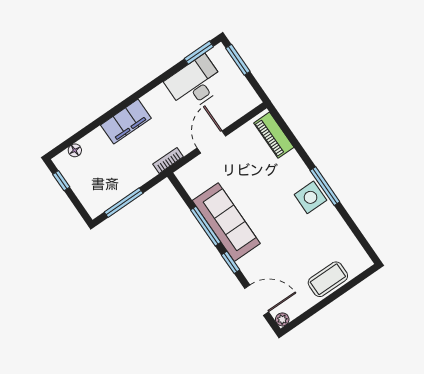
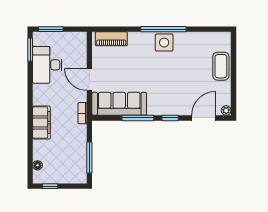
window: (325, 186) -> (163, 29), width x1.46
sofa: (226, 222) -> (119, 104), moved

